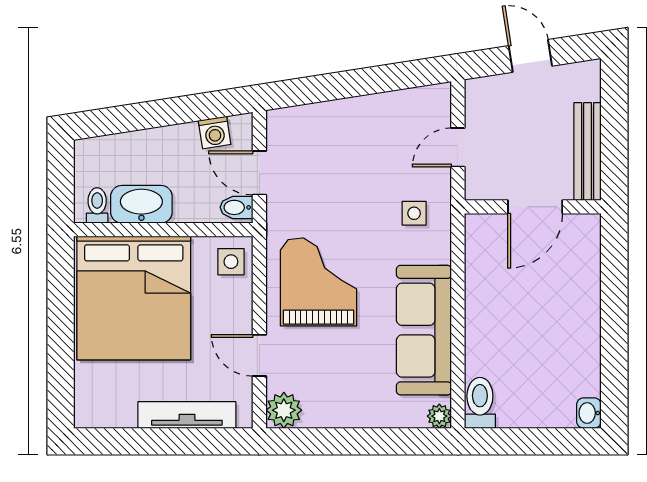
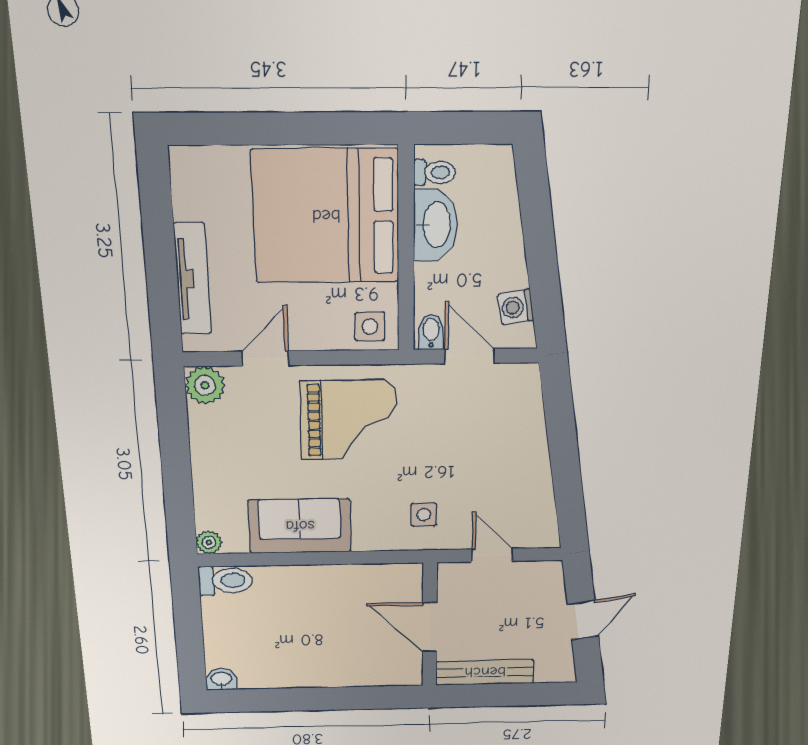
door: (259, 173) -> (469, 356), hinge flipped
sofa: (424, 330) -> (300, 526), width x0.73

